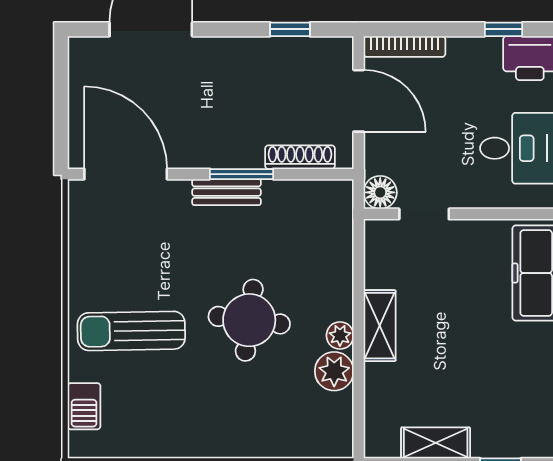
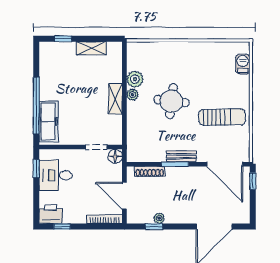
plant: (278, 49) -> (159, 218), added
window: (61, 135) -> (253, 181), added
sun lounger: (131, 331) -> (222, 117), moved

